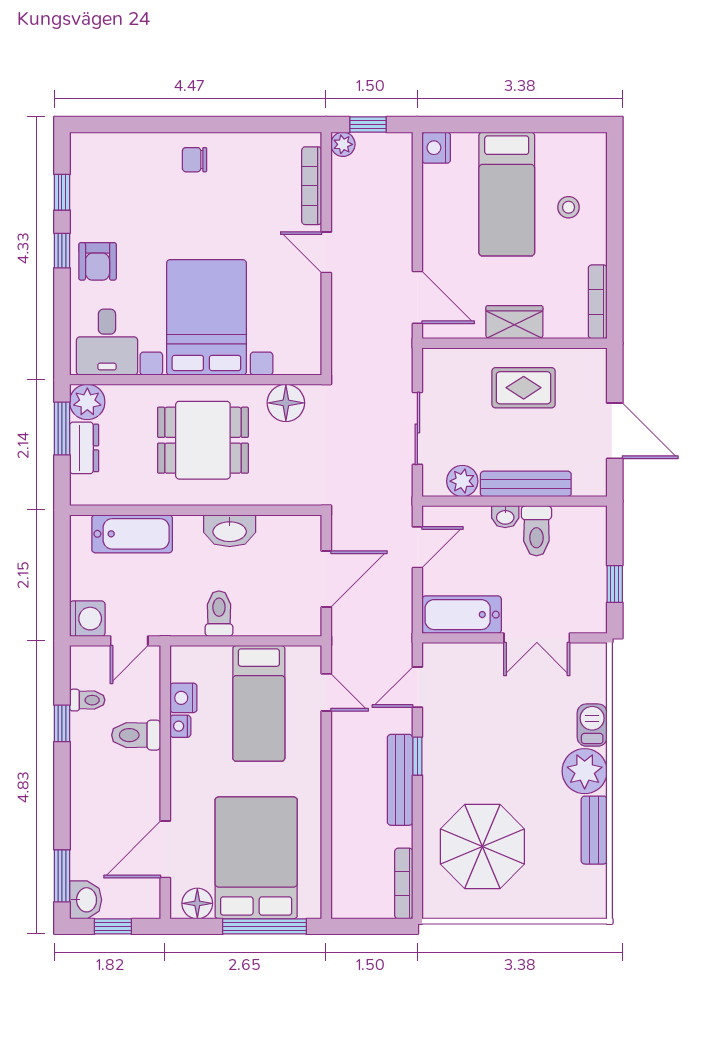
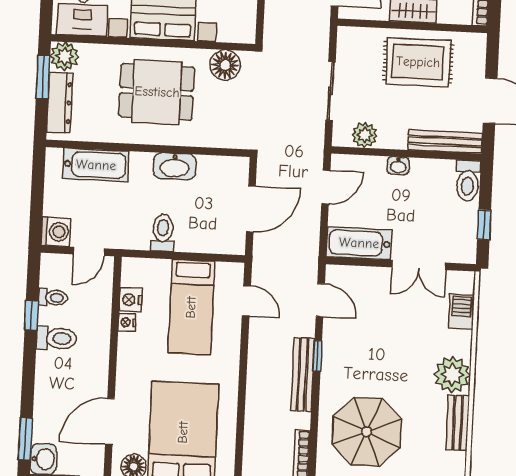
rug: (524, 388) -> (418, 62), width x1.36, depth x1.43
dresser: (84, 448) -> (60, 103), width x1.44
bench: (526, 484) -> (445, 141), moved
toilet: (536, 531) -> (468, 181), moved
door: (417, 687) -> (320, 300), swing flipped
barbecue: (592, 725) -> (461, 311), moved
toilet: (136, 735) -> (56, 338), moved, turned 180

